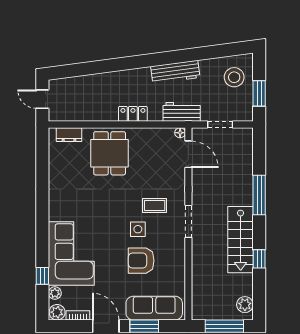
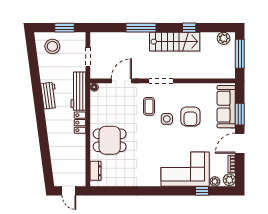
workbench: (175, 72) -> (49, 96), width x0.73
door: (42, 99) -> (69, 191), hinge flipped
workbench: (182, 112) -> (78, 91), width x1.38
door: (188, 154) -> (121, 81), moved

